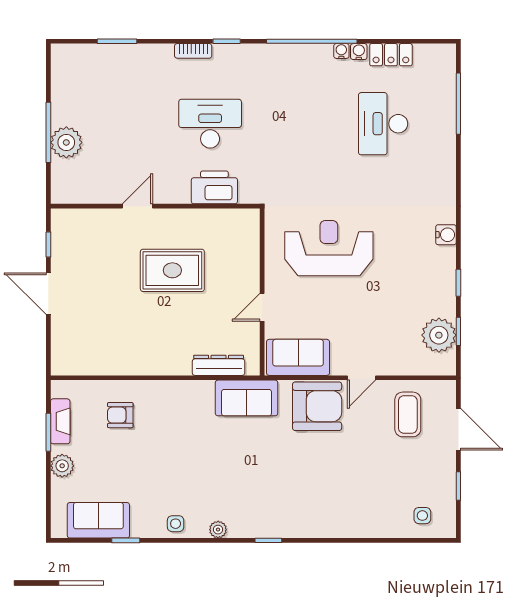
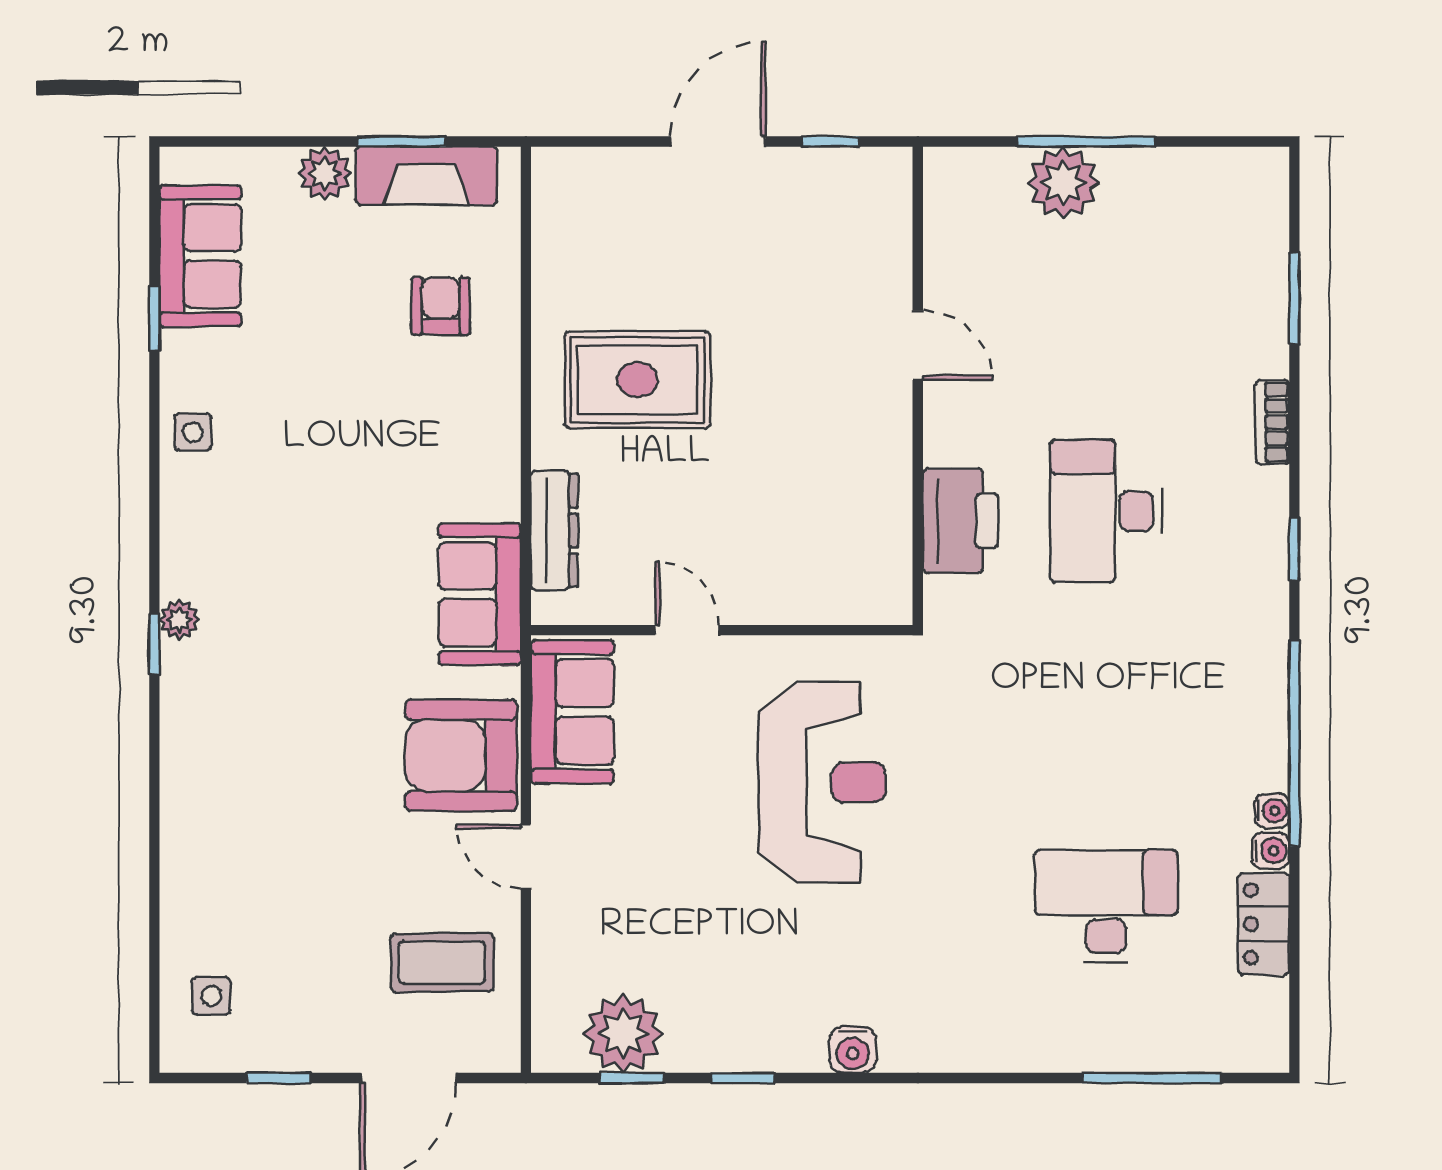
bookcase: (193, 51) -> (1272, 422), moved
desk: (210, 124) -> (1106, 511), turned 180
rug: (172, 270) -> (637, 380), moved, turned 90
armchair: (317, 406) -> (461, 755), turned 90
fireplace: (60, 421) -> (426, 176), width x1.37, depth x1.32
plant: (218, 530) -> (179, 620), moved

